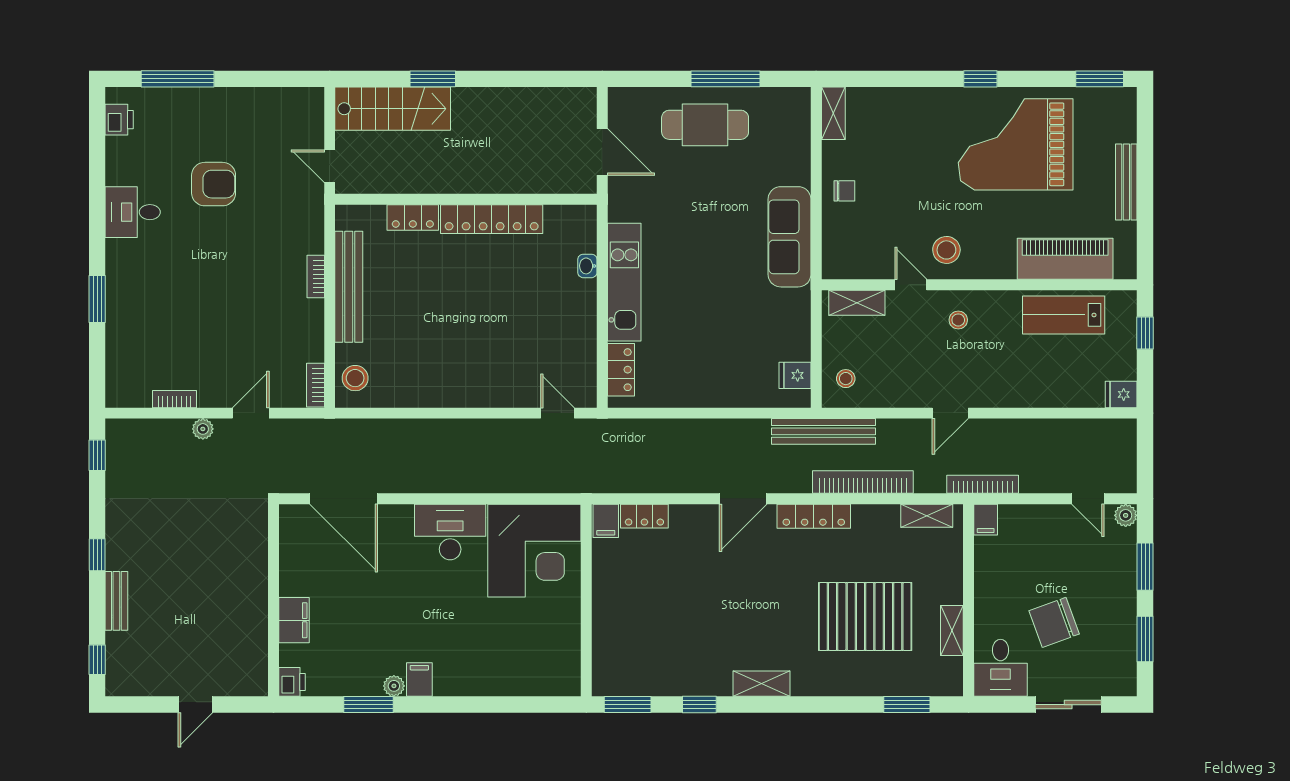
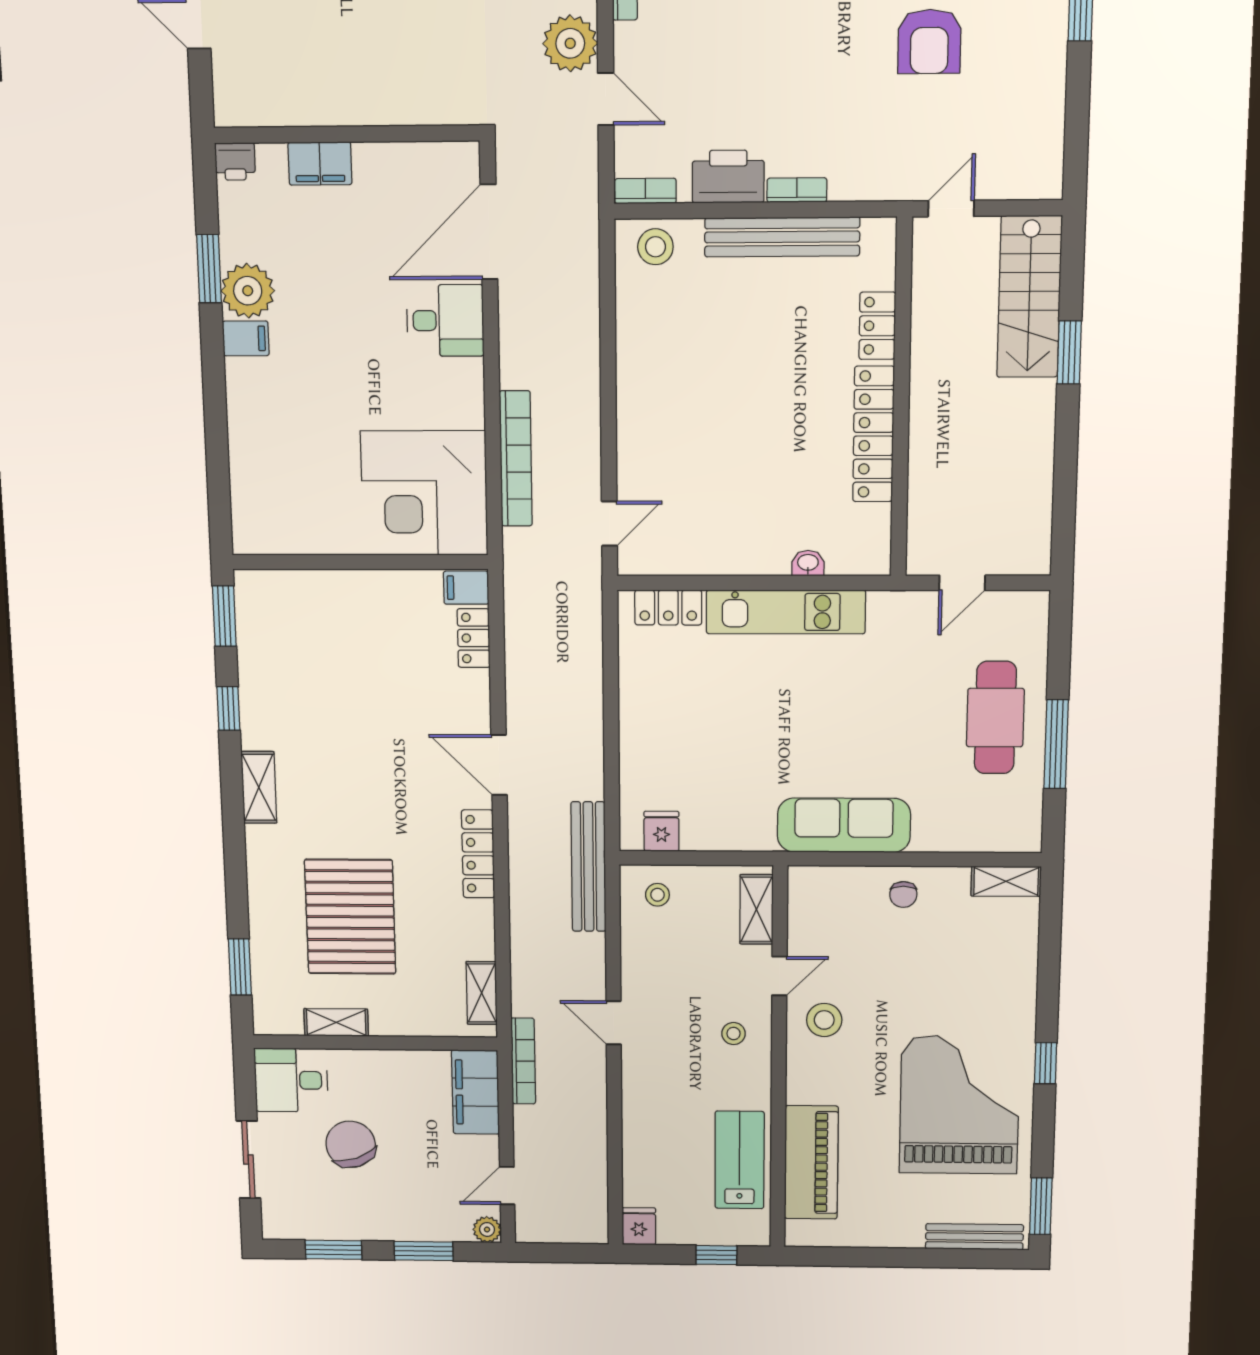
door: (602, 152) -> (962, 583), width x0.73
bench: (1126, 182) -> (974, 1237), moved
printer: (306, 326) -> (728, 177), added
plant: (203, 429) -> (570, 43), width x1.88, depth x1.88
bookcase: (863, 482) -> (516, 459), moved
filing cabinet: (986, 520) -> (475, 1092), width x3.00, depth x1.17
desk: (450, 532) -> (445, 320), moved, width x0.73
plant: (394, 686) -> (248, 291), width x1.87, depth x1.87

